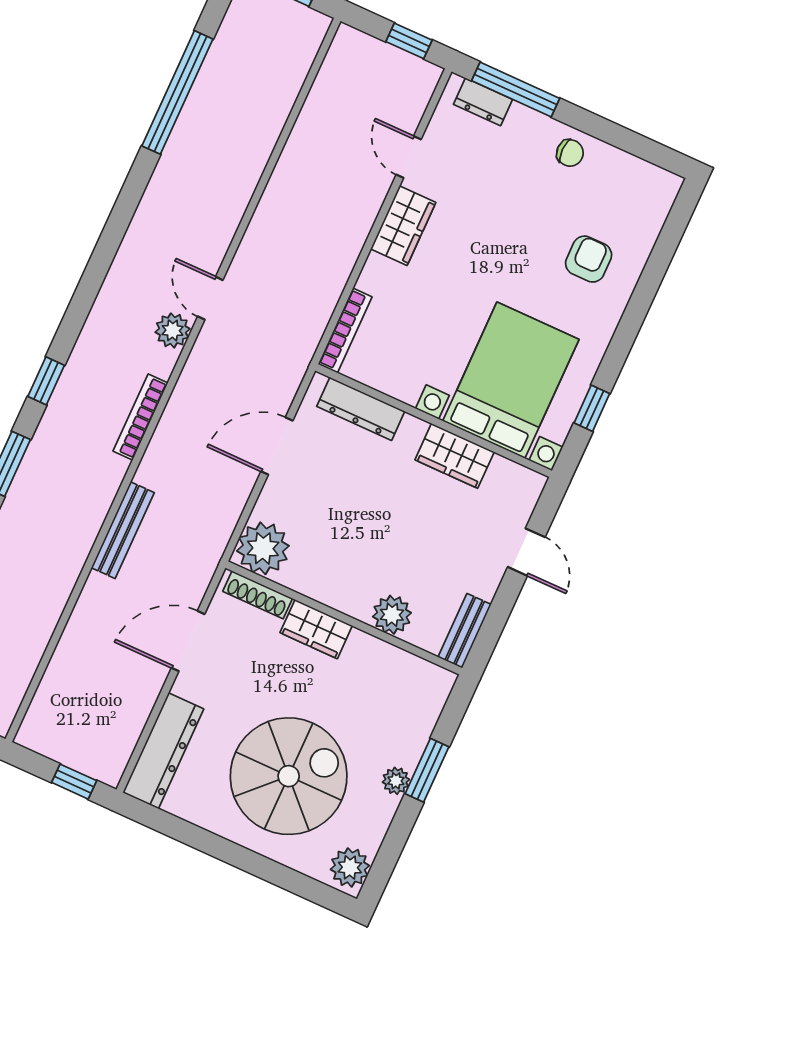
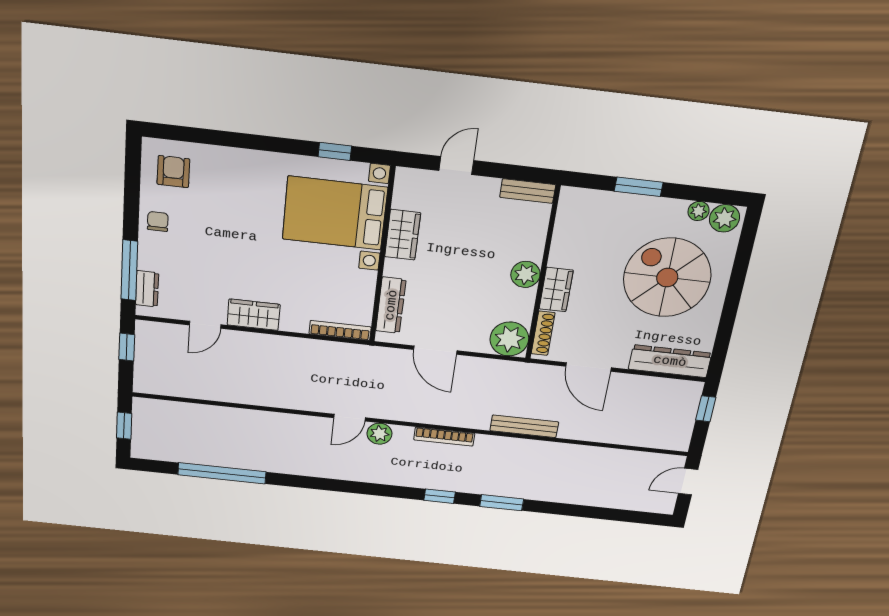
armchair: (589, 259) -> (173, 172), moved, turned 90
plant: (392, 615) -> (525, 274), moved
plant: (396, 781) -> (699, 211), moved

